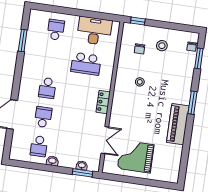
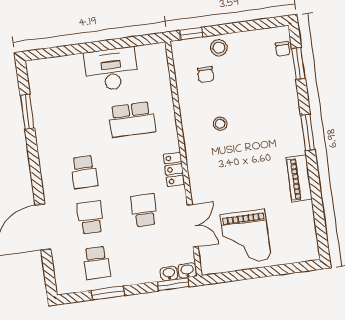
school desk: (56, 30) -> (144, 210), moved
desk: (94, 31) -> (111, 69), moved
stool: (162, 46) -> (219, 48), moved
piano: (178, 124) -> (299, 179), width x0.73, depth x0.75
grand piano: (136, 157) -> (246, 237), turned -90
washbasin: (52, 161) -> (187, 270), moved
window: (41, 167) -> (108, 293), added

